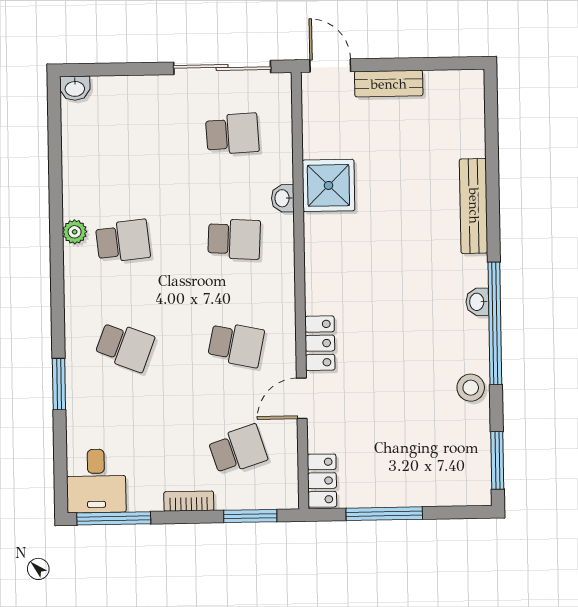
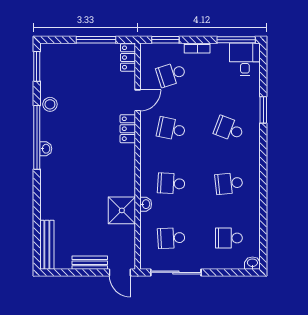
school desk: (121, 136) -> (229, 238), added
bench: (474, 206) -> (47, 245), moved
plant: (75, 232) -> (254, 189), removed

